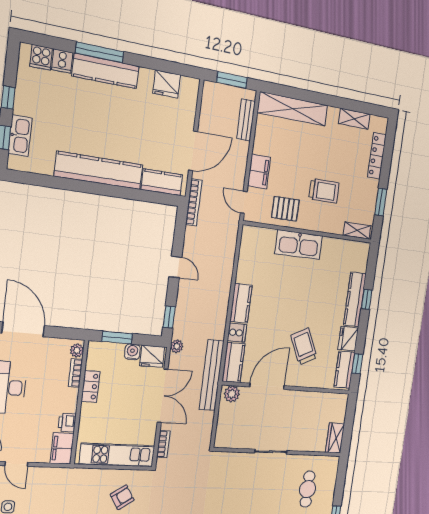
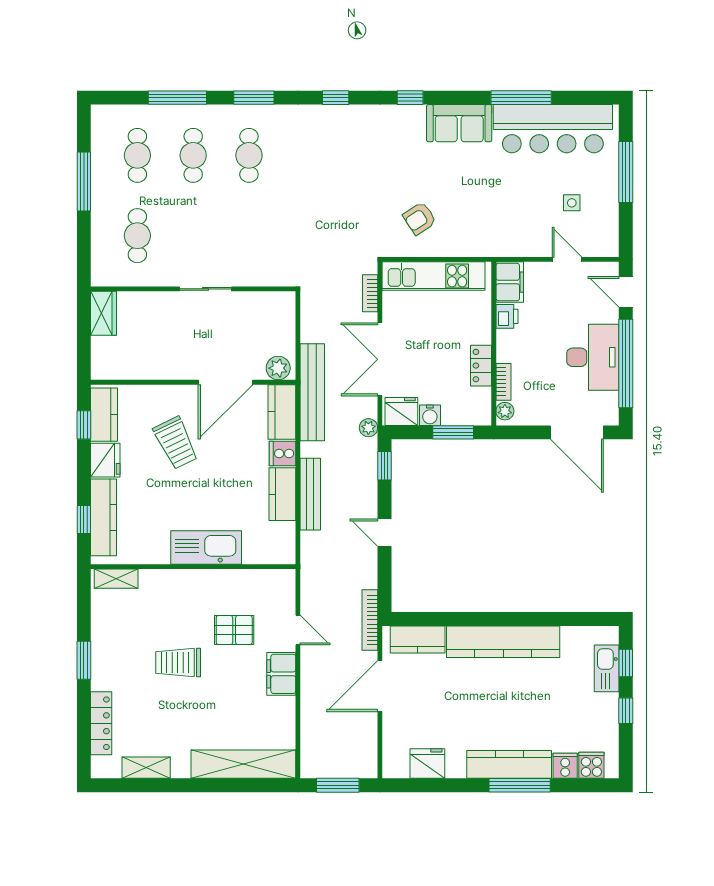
bench: (246, 120) -> (310, 494), moved, width x1.36
shelving: (357, 230) -> (116, 579), moved
wall: (309, 232) -> (193, 567), moved
kitchen sink: (299, 245) -> (206, 548), moved

